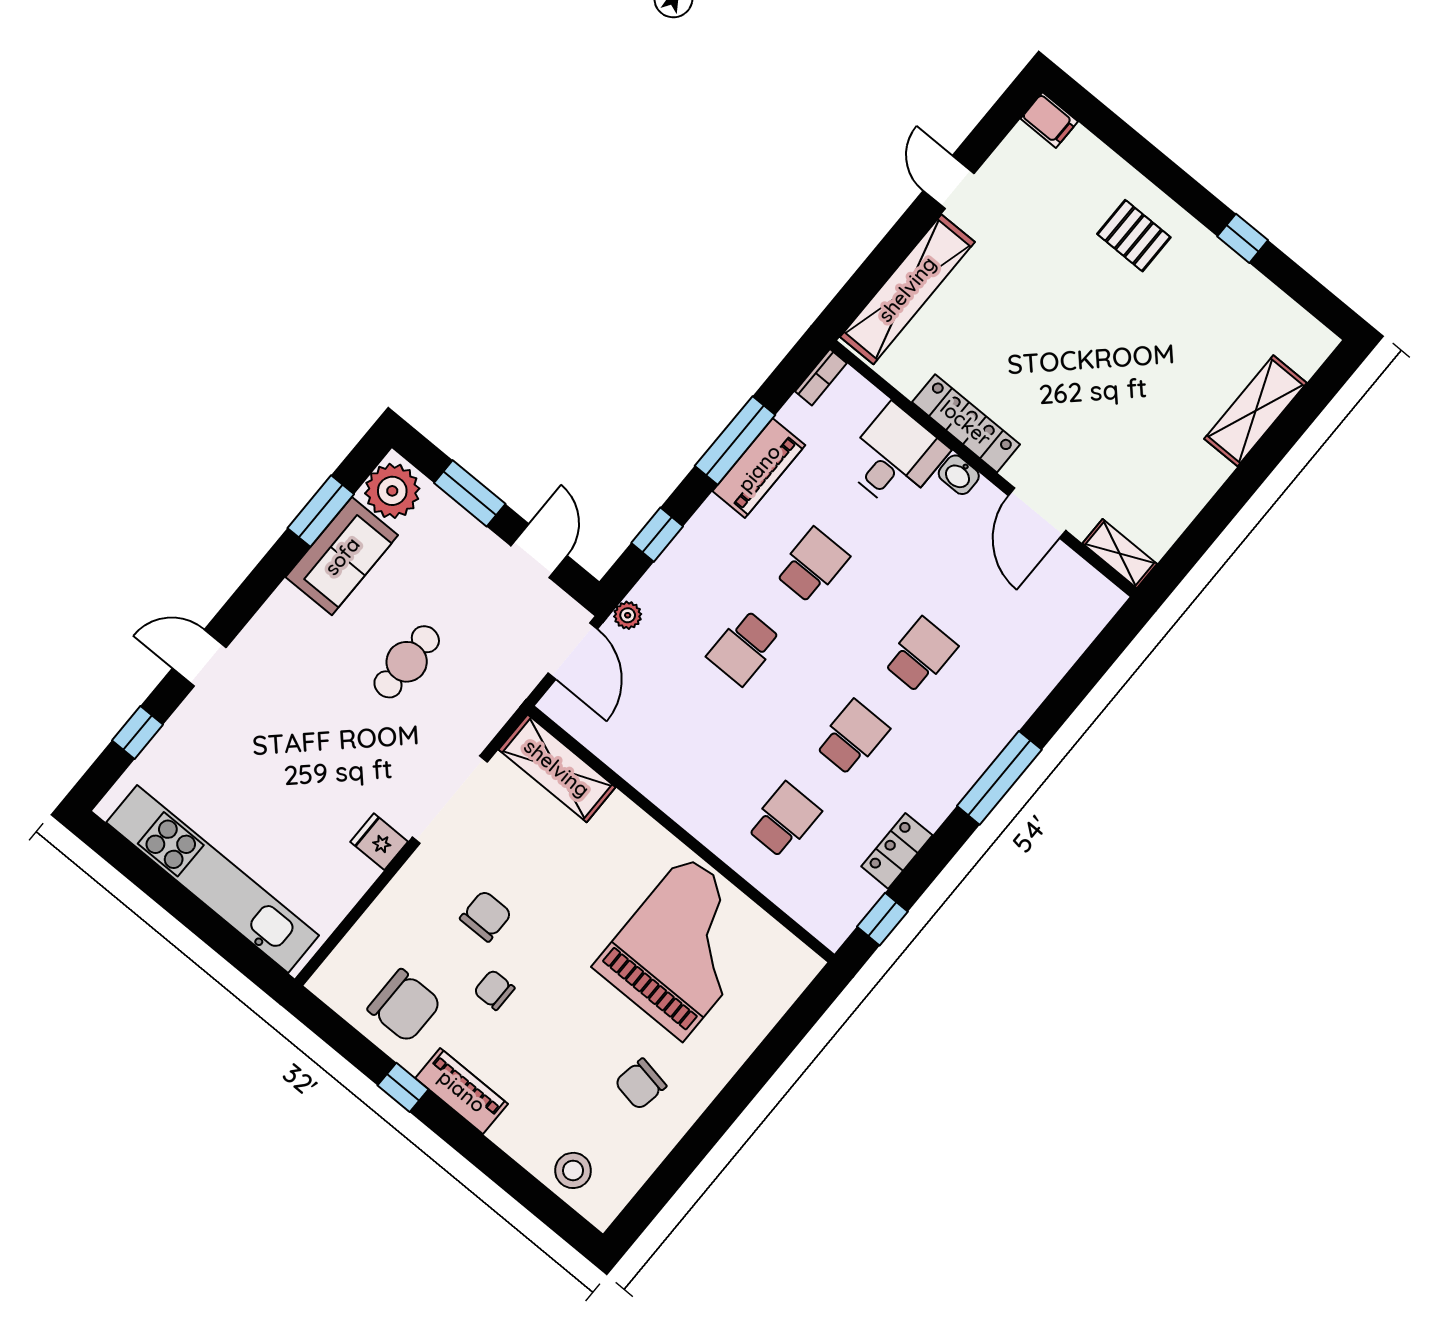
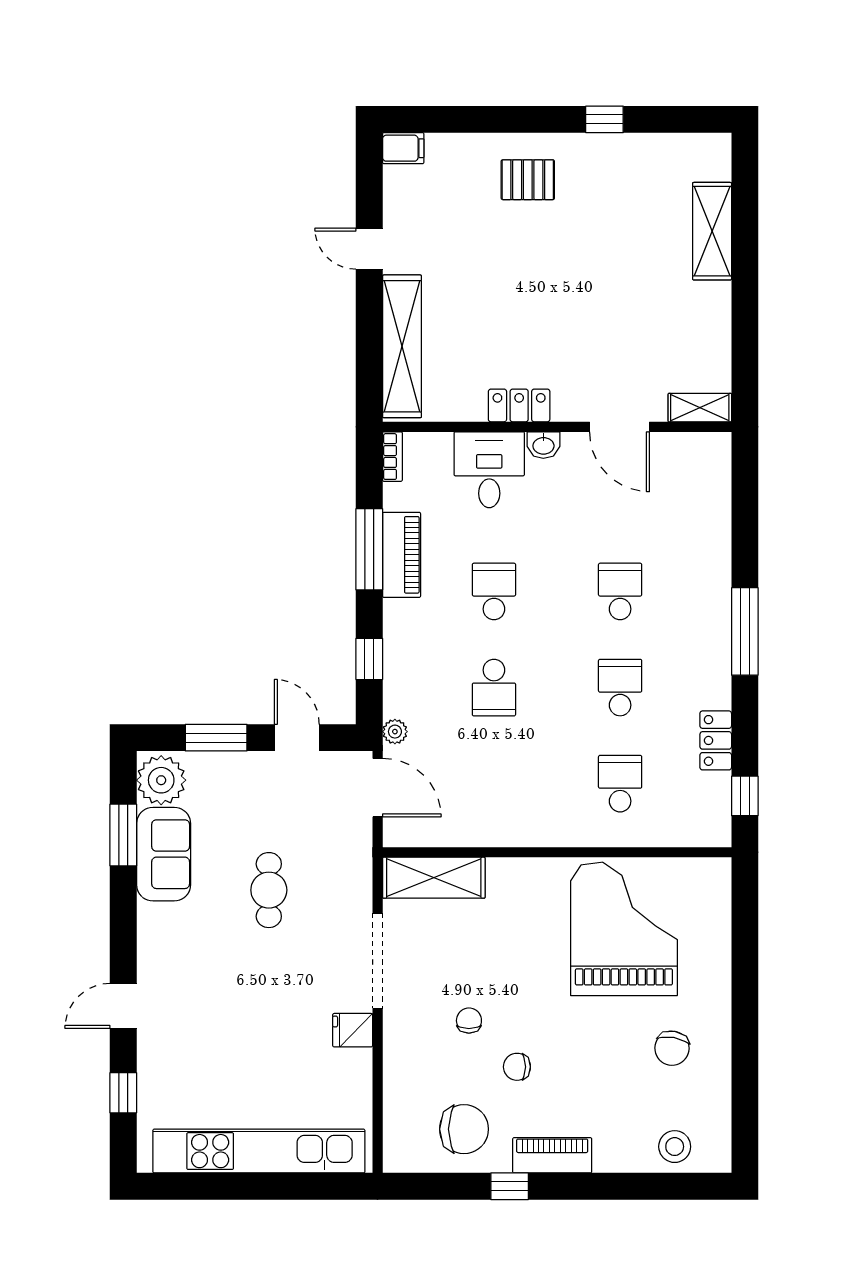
locker: (966, 423) -> (519, 405), width x0.66
chair: (486, 916) -> (469, 1021), width x0.73, depth x0.73

